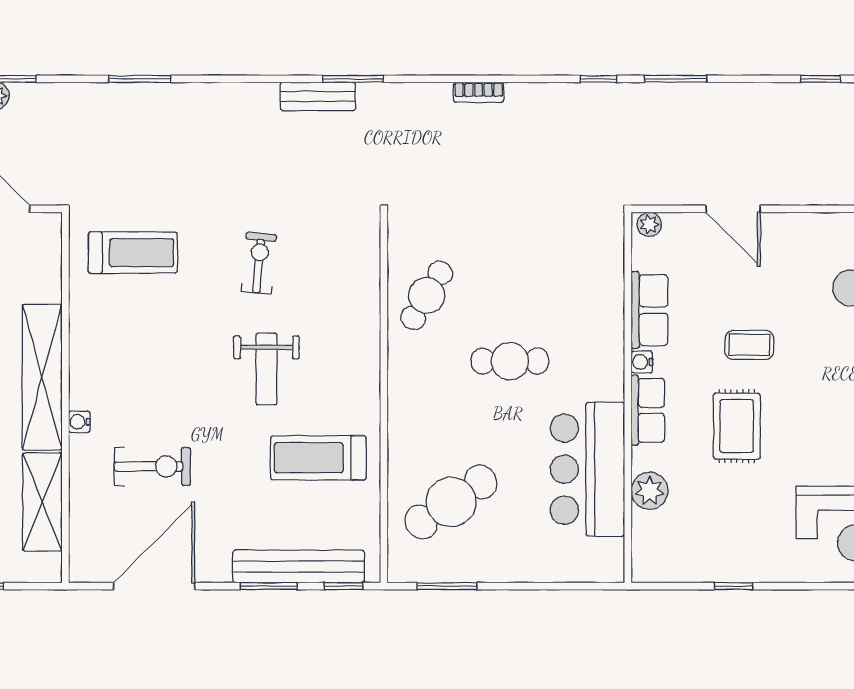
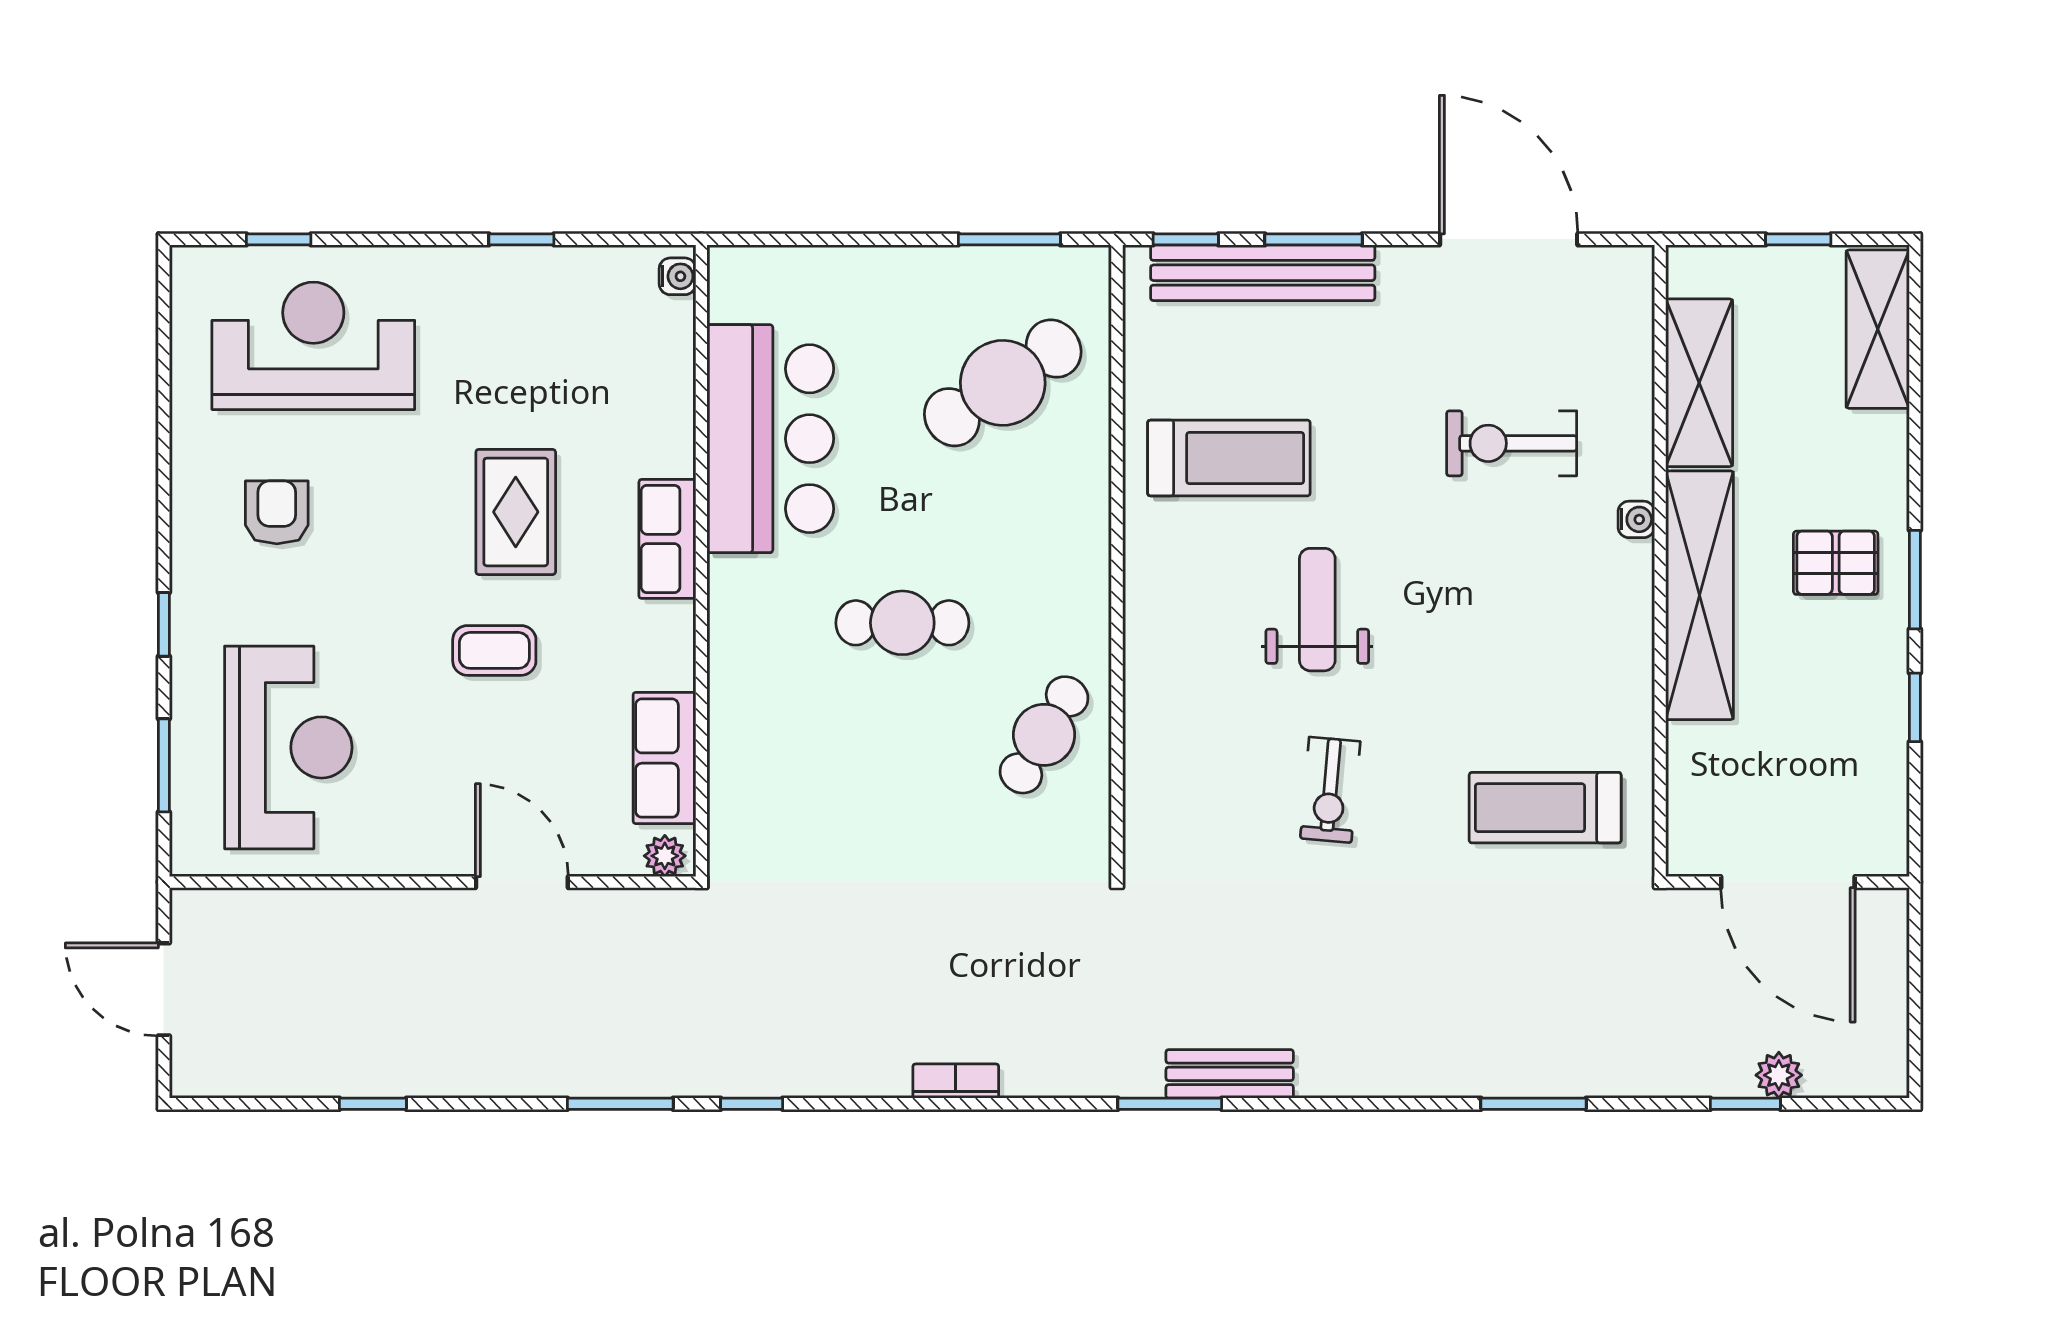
row of seats: (650, 310) -> (664, 758), moved
water cooler: (642, 362) -> (677, 276), moved
plant: (650, 491) -> (664, 402), removed
door: (154, 586) -> (1509, 239), swing flipped

